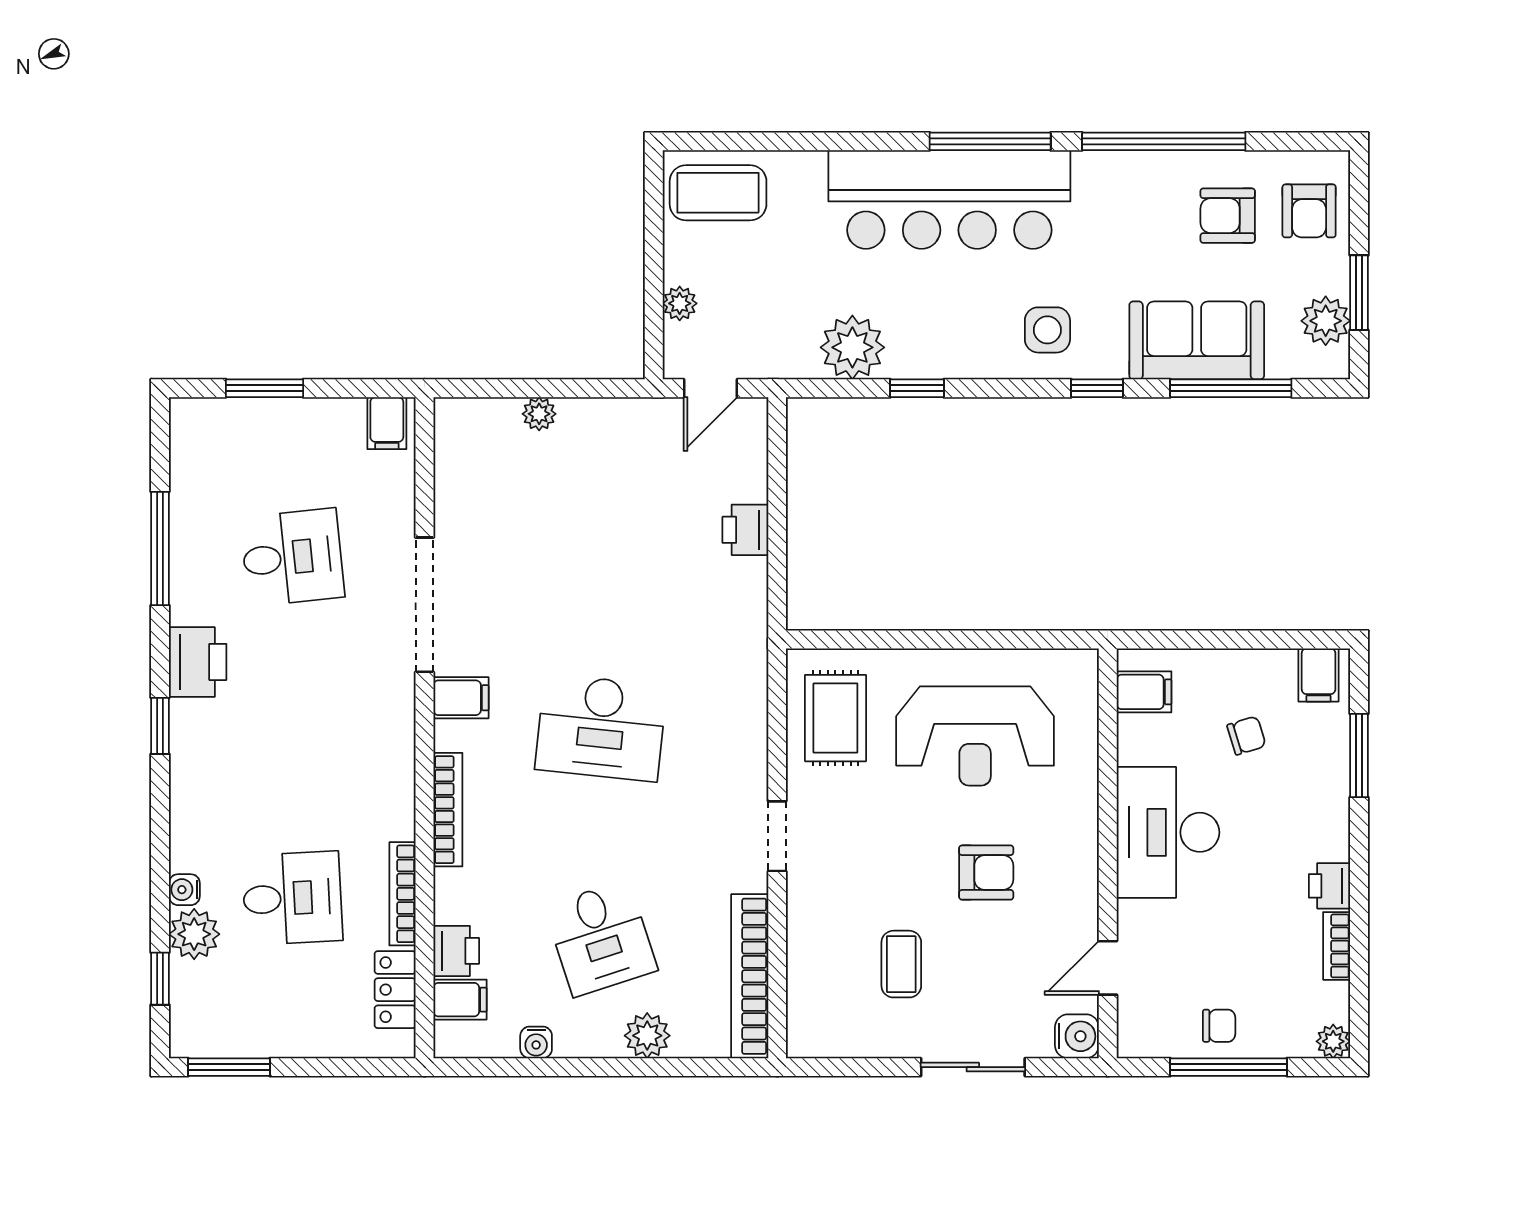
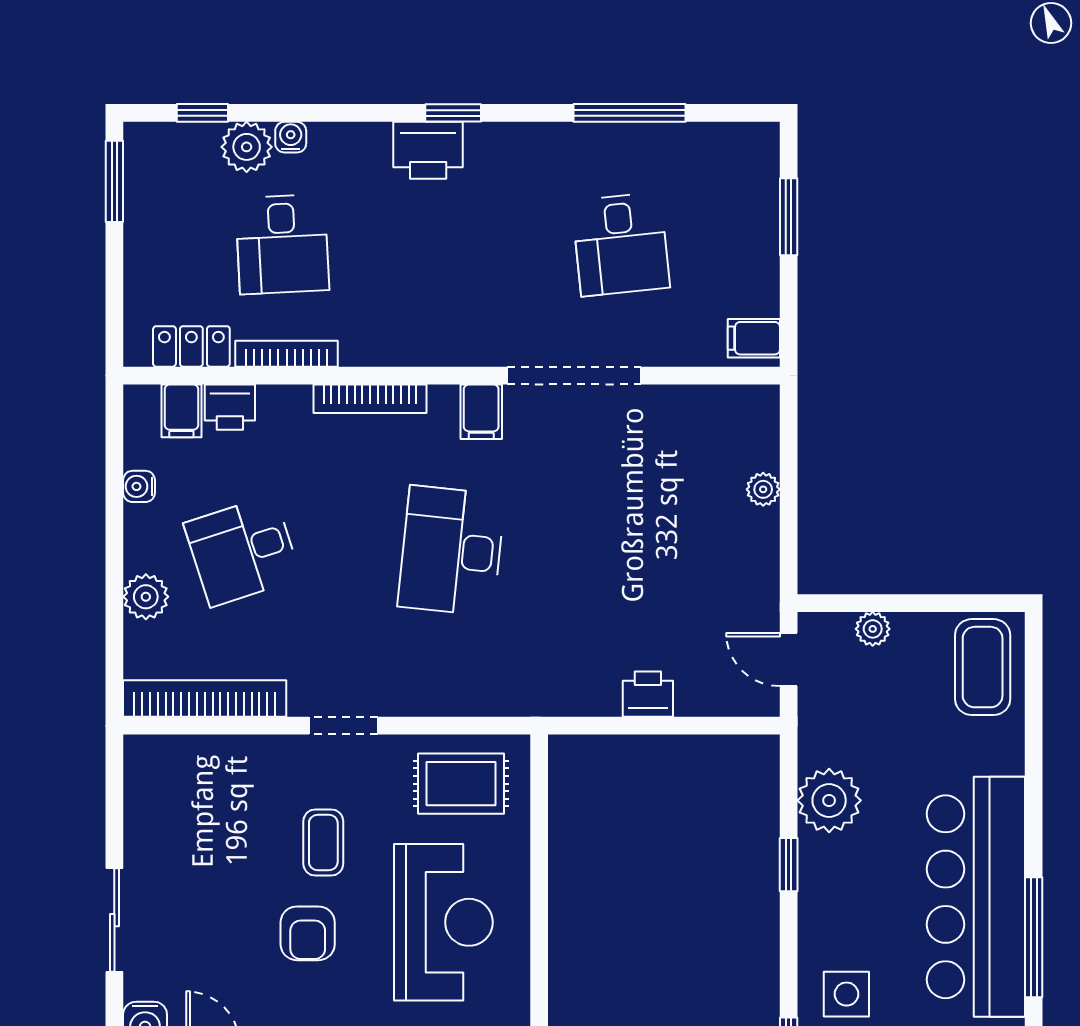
printer: (198, 662) -> (428, 150), moved
reception desk: (975, 736) -> (443, 922), turned 180
coffee table: (901, 964) -> (323, 842), moved, turned 90

